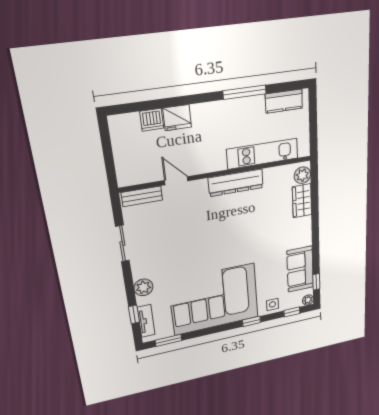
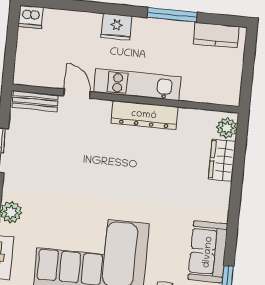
fridge: (177, 118) -> (116, 27), moved
dishwasher: (152, 120) -> (31, 17), moved
kitchen unit: (263, 154) -> (137, 85), moved

